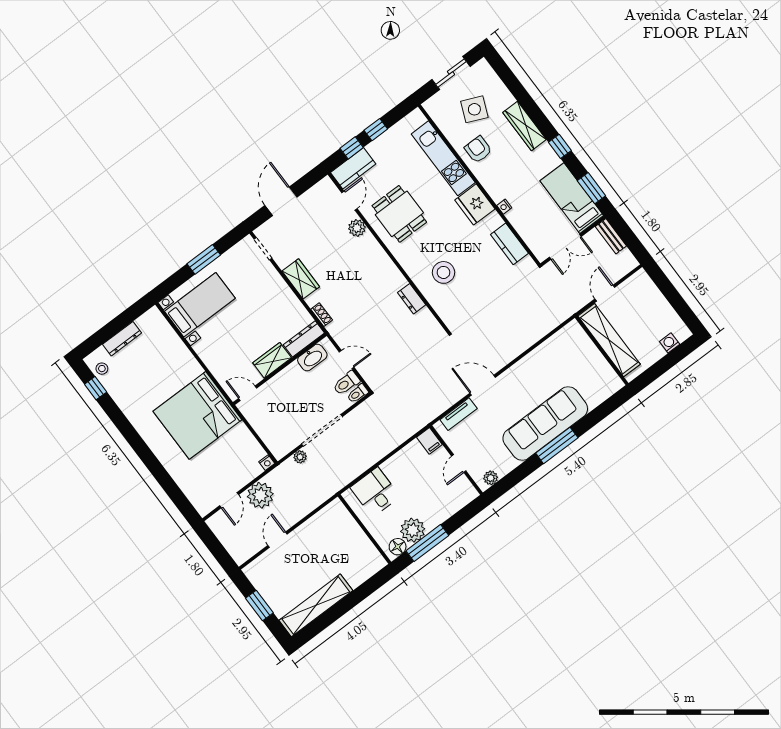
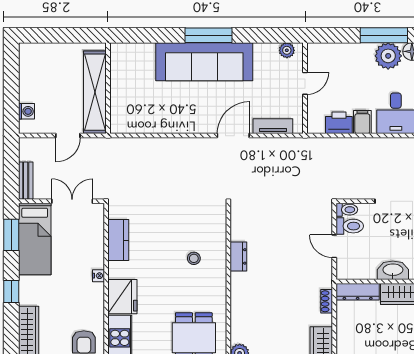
stool: (443, 272) -> (194, 258), width x0.53, depth x0.53
washing machine: (670, 343) -> (26, 111), moved, turned -90
washbasin: (312, 358) -> (393, 270), moved
door: (483, 385) -> (233, 136), swing flipped
filing cabinet: (429, 441) -> (362, 122), moved
printer: (412, 453) -> (339, 123), added

